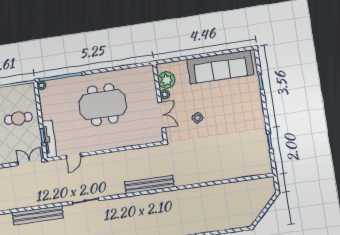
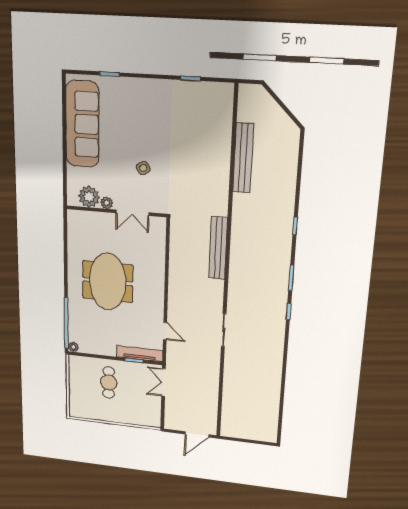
double door: (162, 115) -> (132, 213), swing flipped
bench: (38, 215) -> (243, 158), moved

